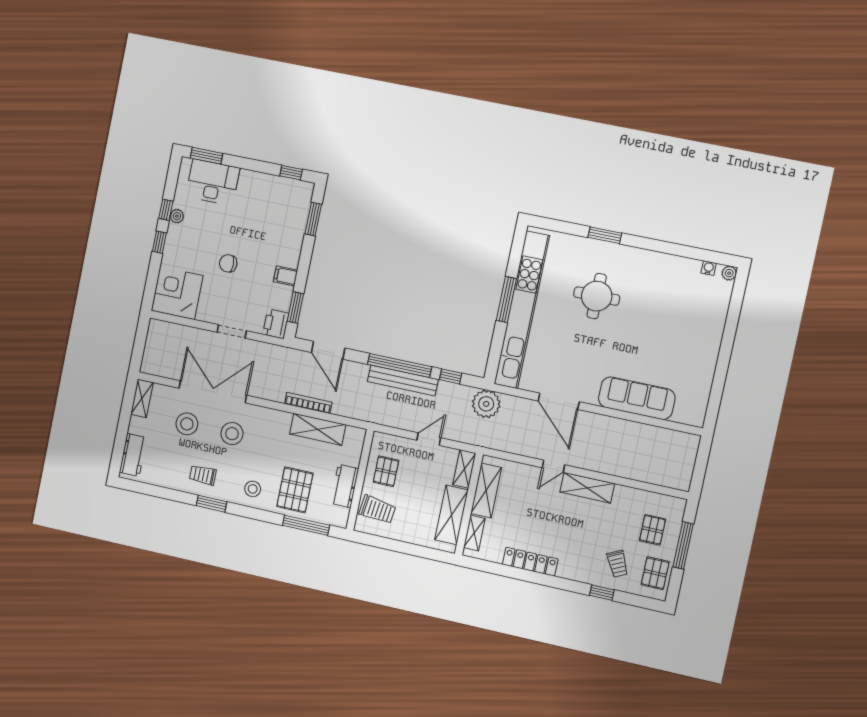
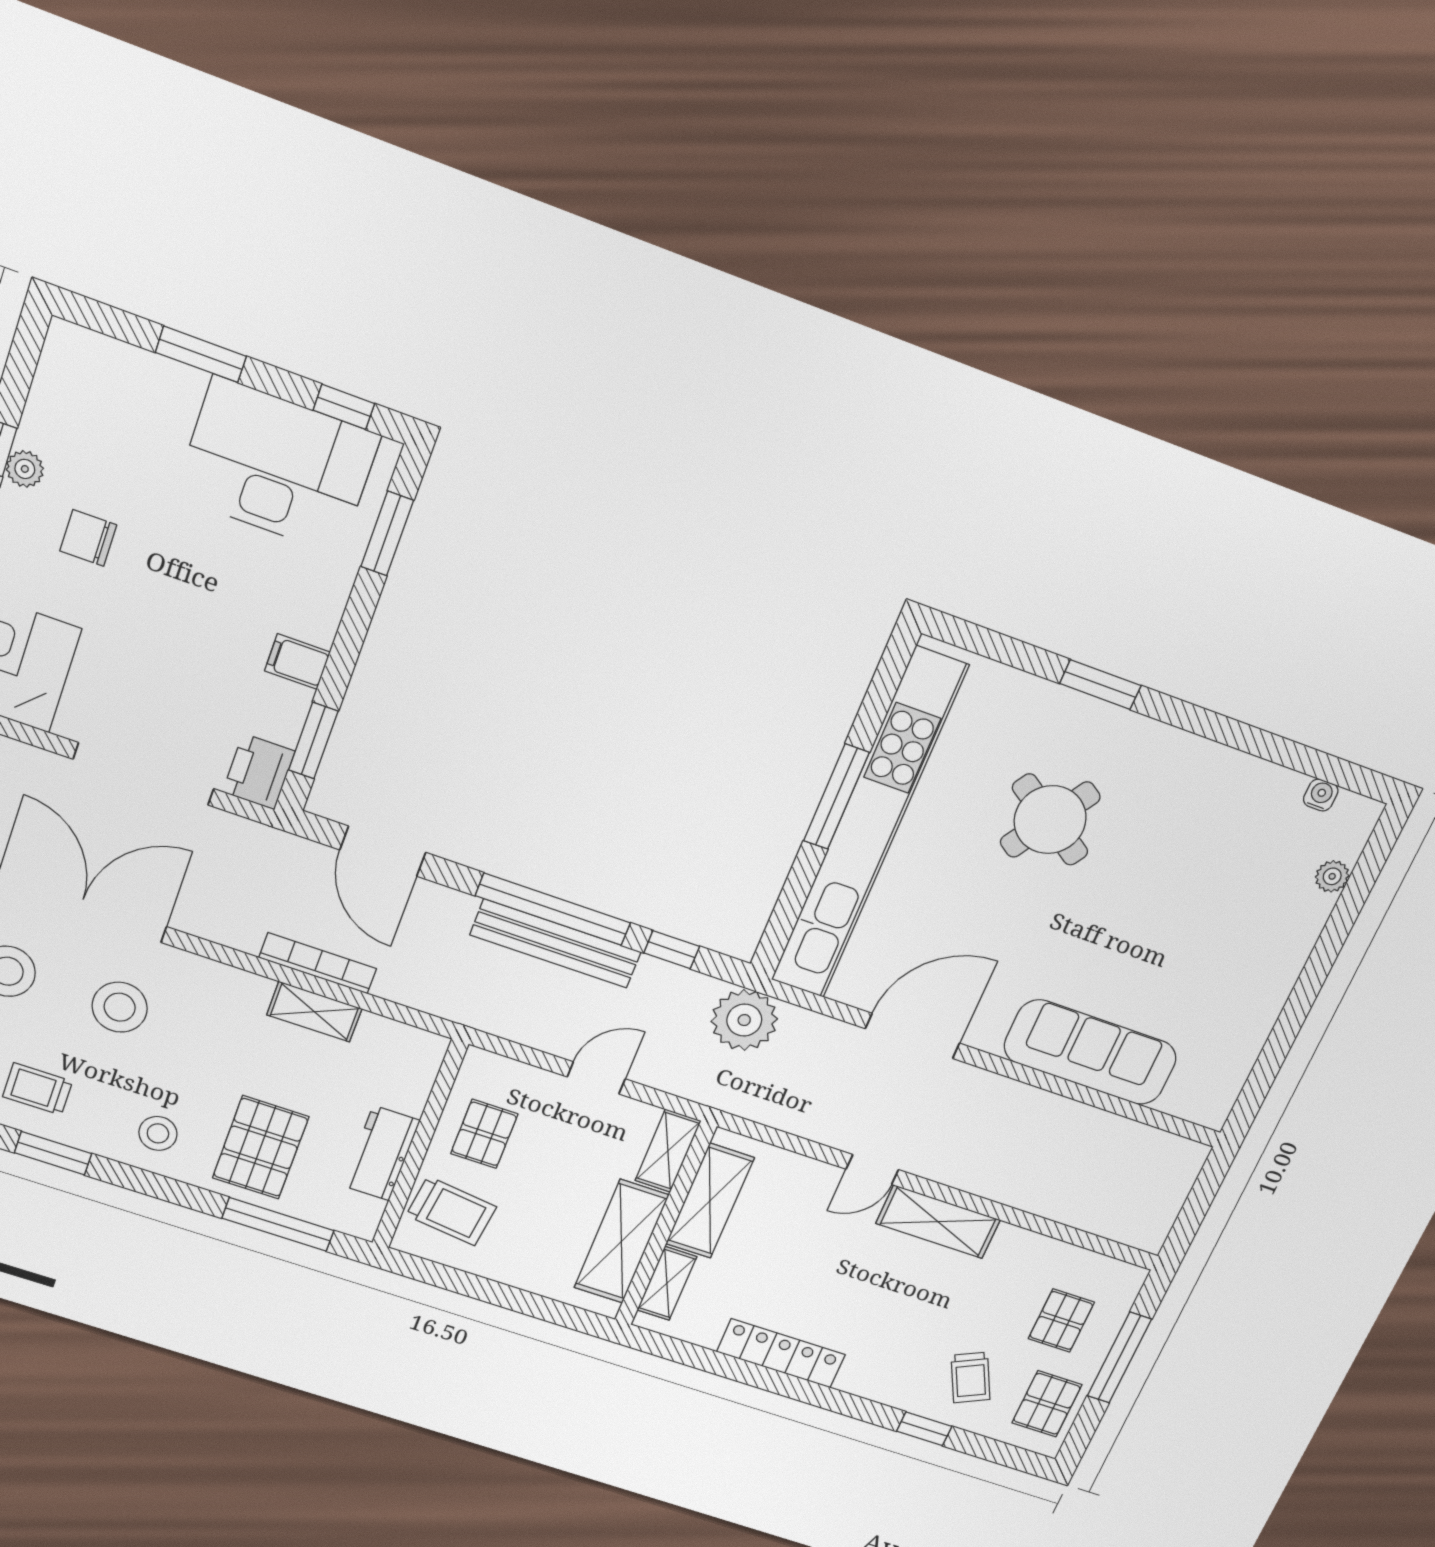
window: (206, 156) -> (201, 354), moved
desk: (213, 182) -> (277, 466), moved, width x1.36, depth x1.30
chair: (228, 263) -> (88, 538), moved
plant: (729, 273) -> (1332, 876), moved
round table: (597, 296) -> (1050, 820), turned 33
doorway: (232, 331) -> (144, 774), width x1.88
door: (559, 401) -> (913, 1036), swing flipped
shelving: (318, 429) -> (314, 1012), width x0.67, depth x0.75

